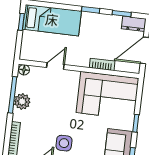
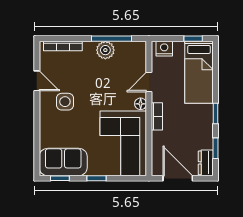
nightstand: (27, 49) -> (164, 49), added
bookcase: (102, 64) -> (157, 116), moved
door: (55, 66) -> (149, 82), swing flipped
floor lamp: (24, 70) -> (141, 104), moved

